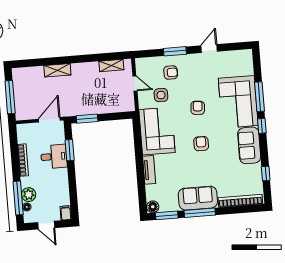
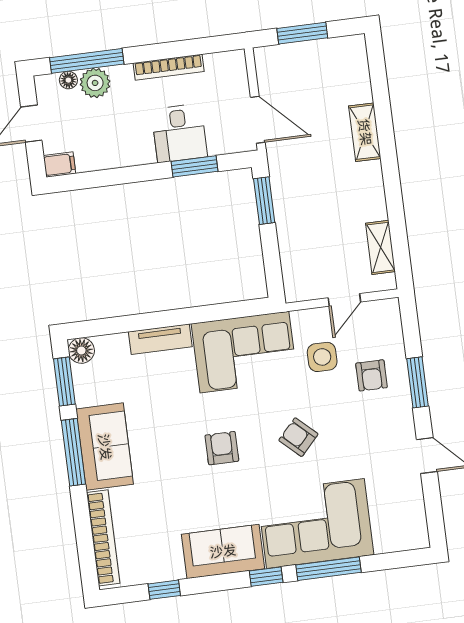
window: (10, 97) -> (302, 33), width x0.69
armchair: (198, 108) -> (298, 437), turned -141
armchair: (201, 144) -> (222, 448), turned -90

